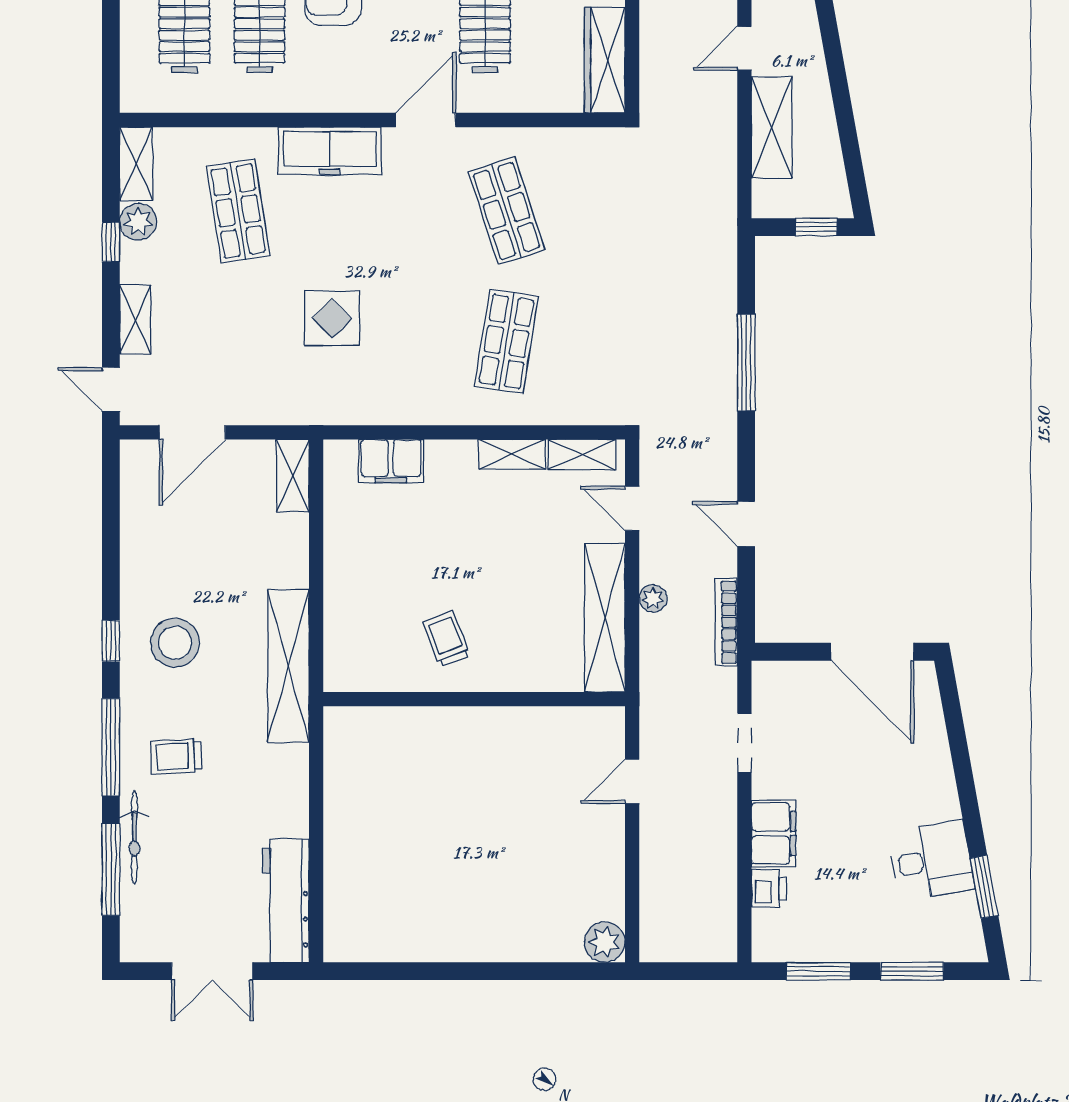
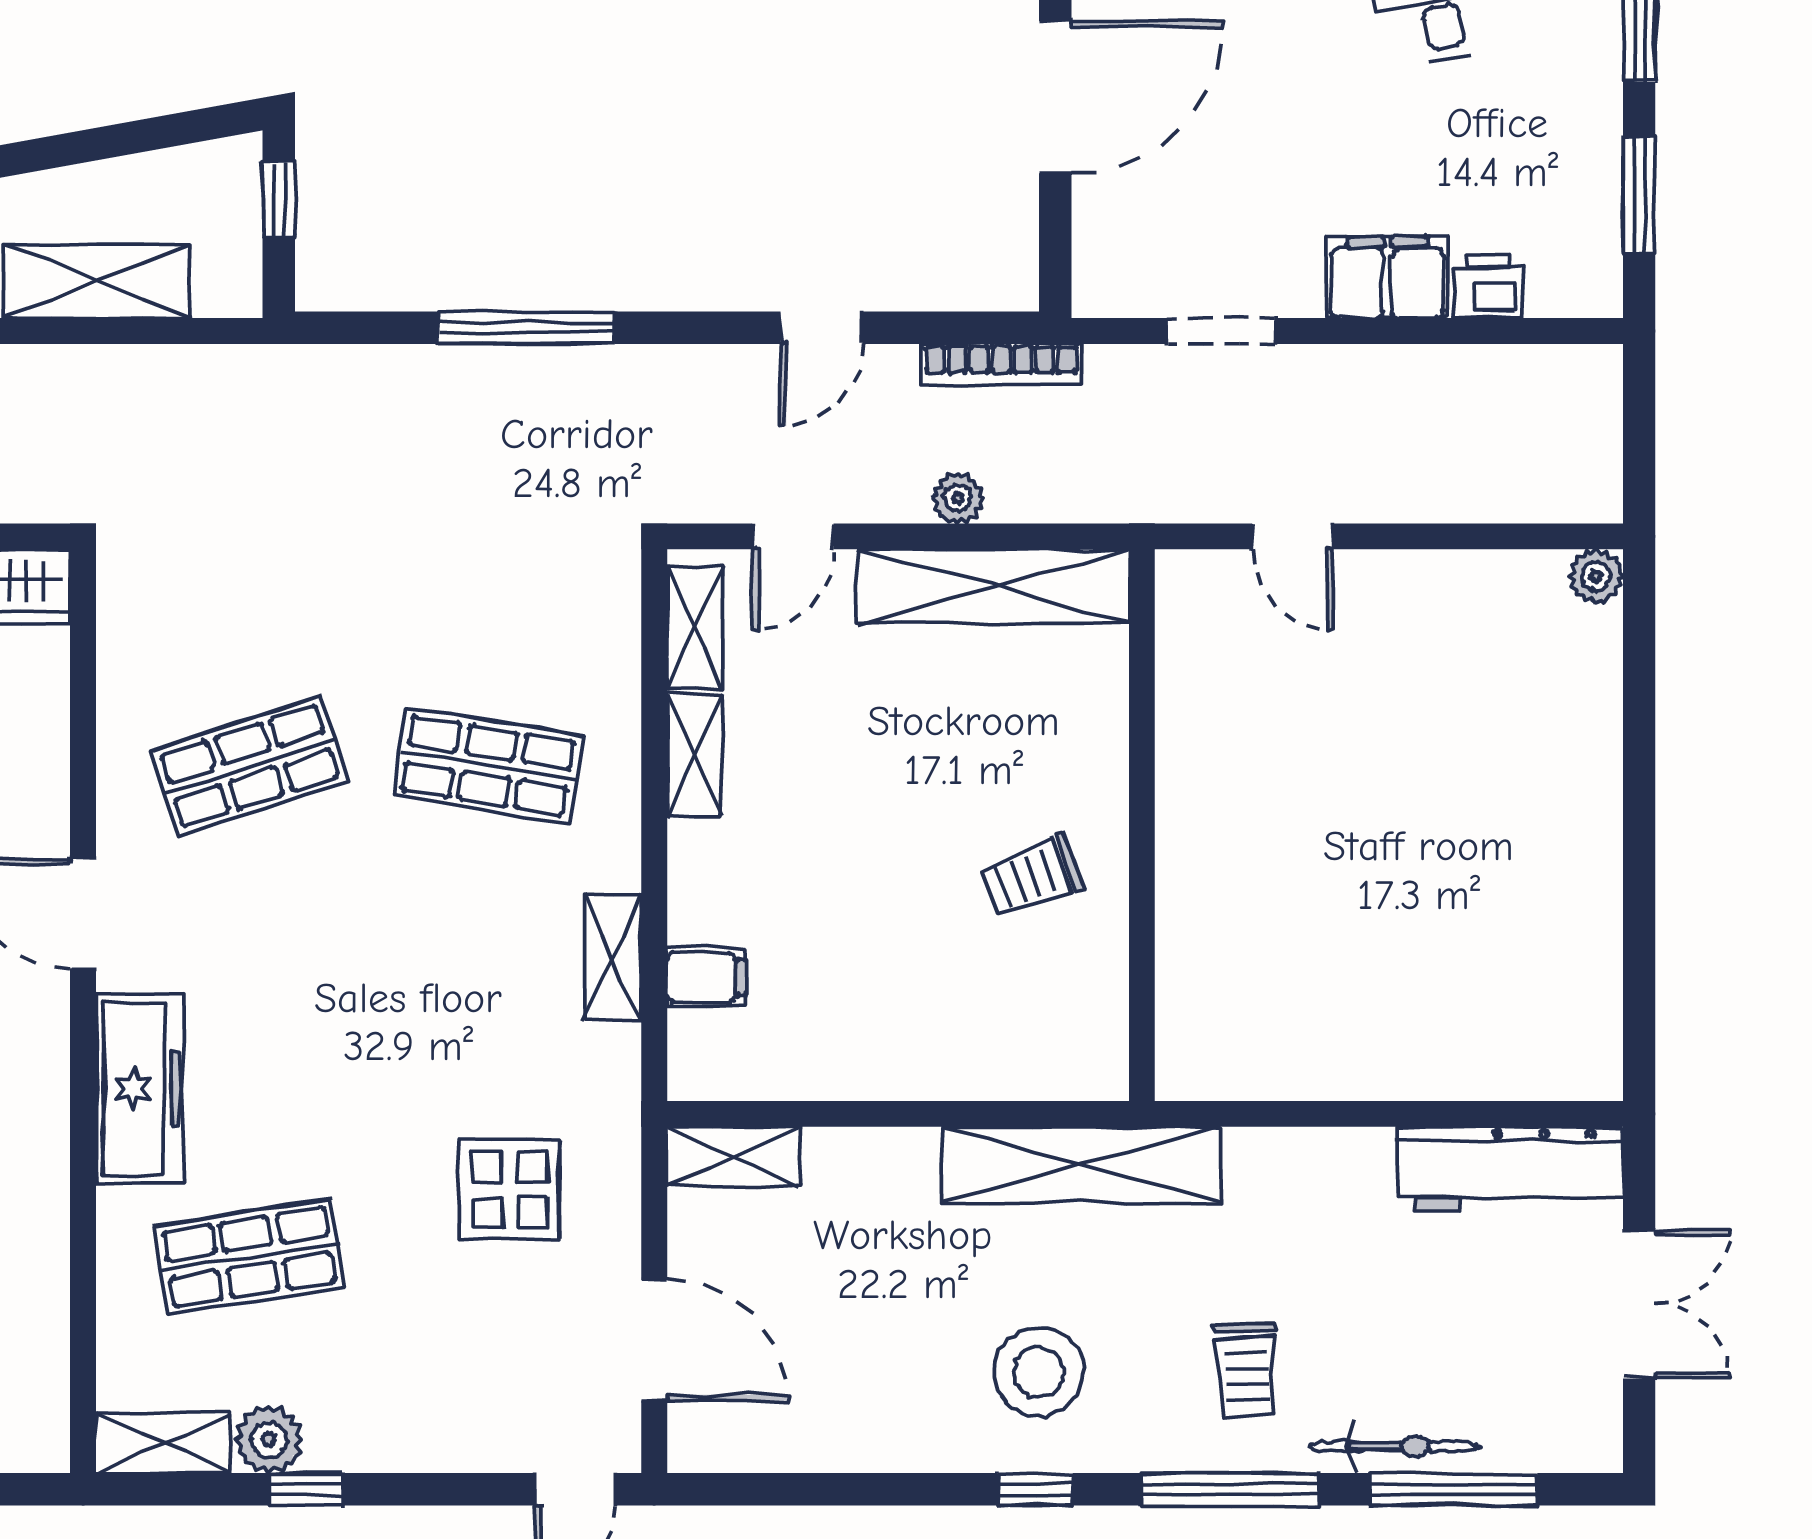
display table: (332, 318) -> (509, 1190), moved
shelving: (135, 320) -> (613, 957), moved, turned 90
filing cabinet: (391, 461) -> (707, 977), width x0.50
plant: (605, 942) -> (1596, 576), width x0.73, depth x0.73

